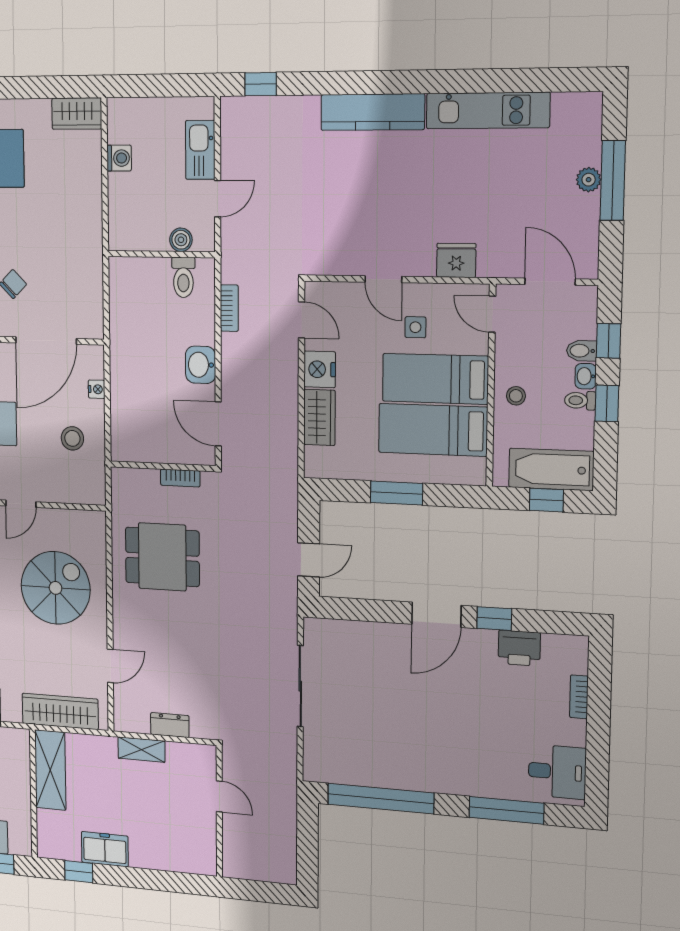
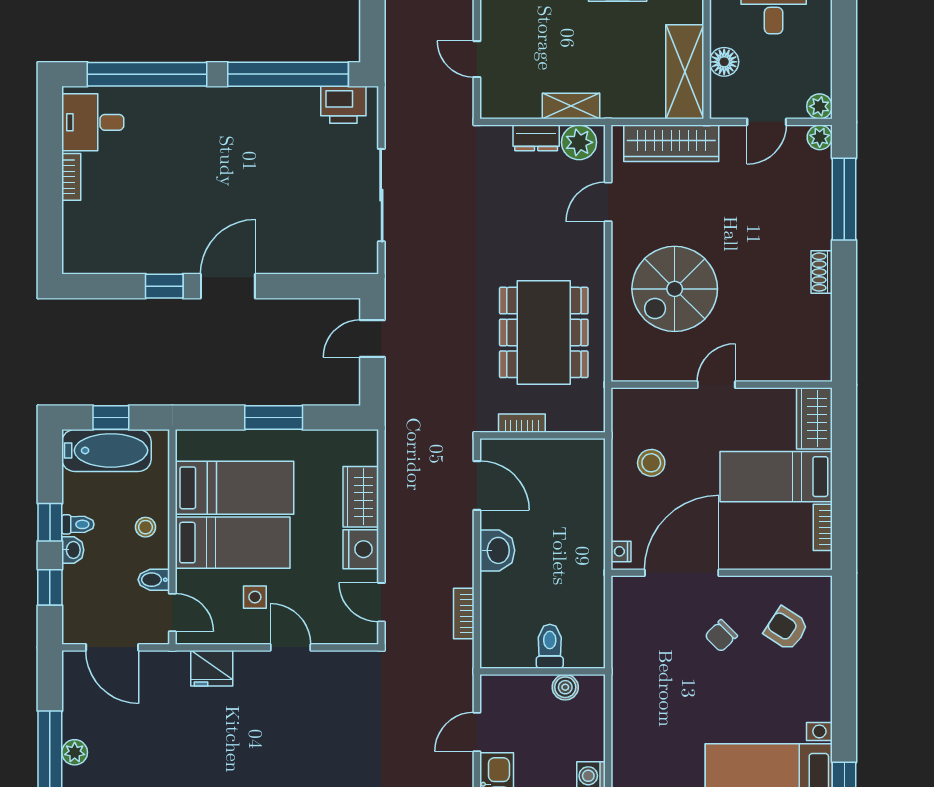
boiler: (181, 240) -> (565, 687), moved
toilet: (183, 277) -> (550, 646), moved
bidet: (582, 351) -> (154, 580), moved, turned 180
nightstand: (97, 389) -> (621, 551), moved
dining table: (162, 557) -> (544, 332), width x1.38
printer: (519, 648) -> (343, 105), moved, turned 180
bookcase: (579, 697) -> (71, 177), moved
plant: (135, 718) -> (579, 142), added
floor lamp: (19, 775) -> (724, 62), added
window: (506, 810) -> (147, 74), width x1.46

